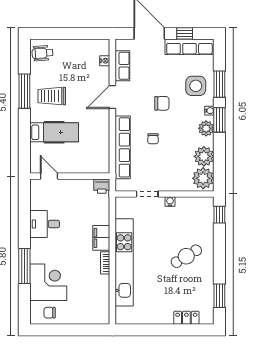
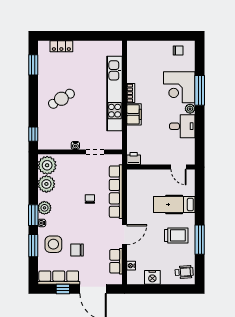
nightstand: (80, 47) -> (152, 277), added
chair: (162, 103) -> (77, 250), moved
plant: (36, 245) -> (190, 109), added
corner desk: (48, 282) -> (179, 87), moved

